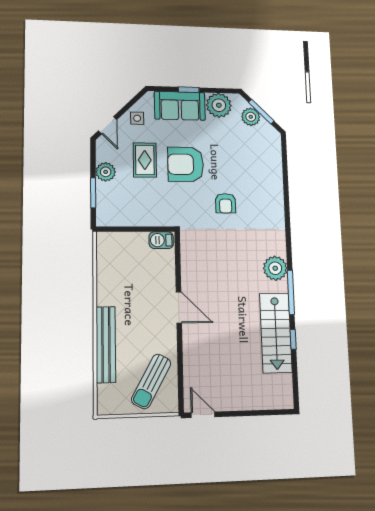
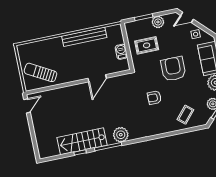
rug: (145, 160) -> (147, 45), moved
coffee table: (260, 161) -> (185, 115), added
barbecue: (161, 240) -> (121, 52), moved
door: (179, 308) -> (97, 78), moved
bench: (106, 345) -> (84, 37), moved

